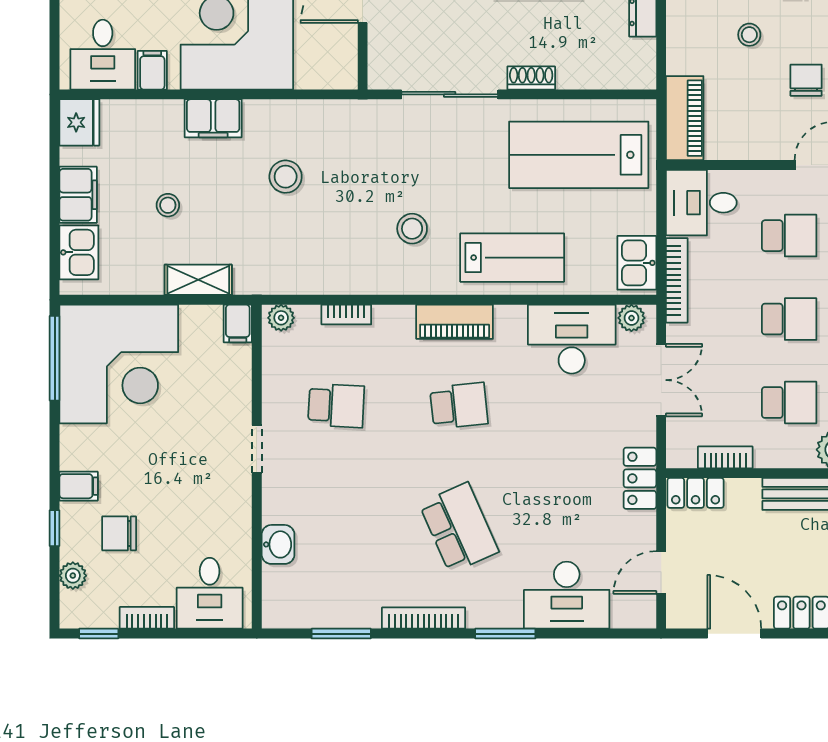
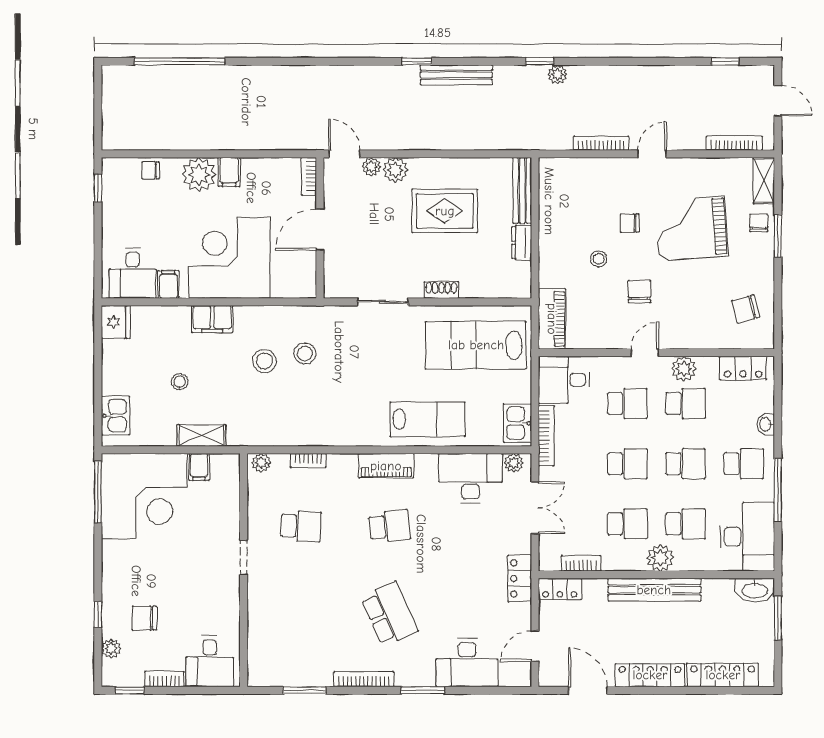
sliding door: (450, 94) -> (383, 302), width x0.73
filing cabinet: (78, 195) -> (115, 374), removed
stool: (412, 229) -> (305, 354), moved
filing cabinet: (238, 323) -> (199, 467), moved
filing cabinet: (79, 486) -> (115, 584), removed
washbasin: (278, 544) -> (259, 626), removed

